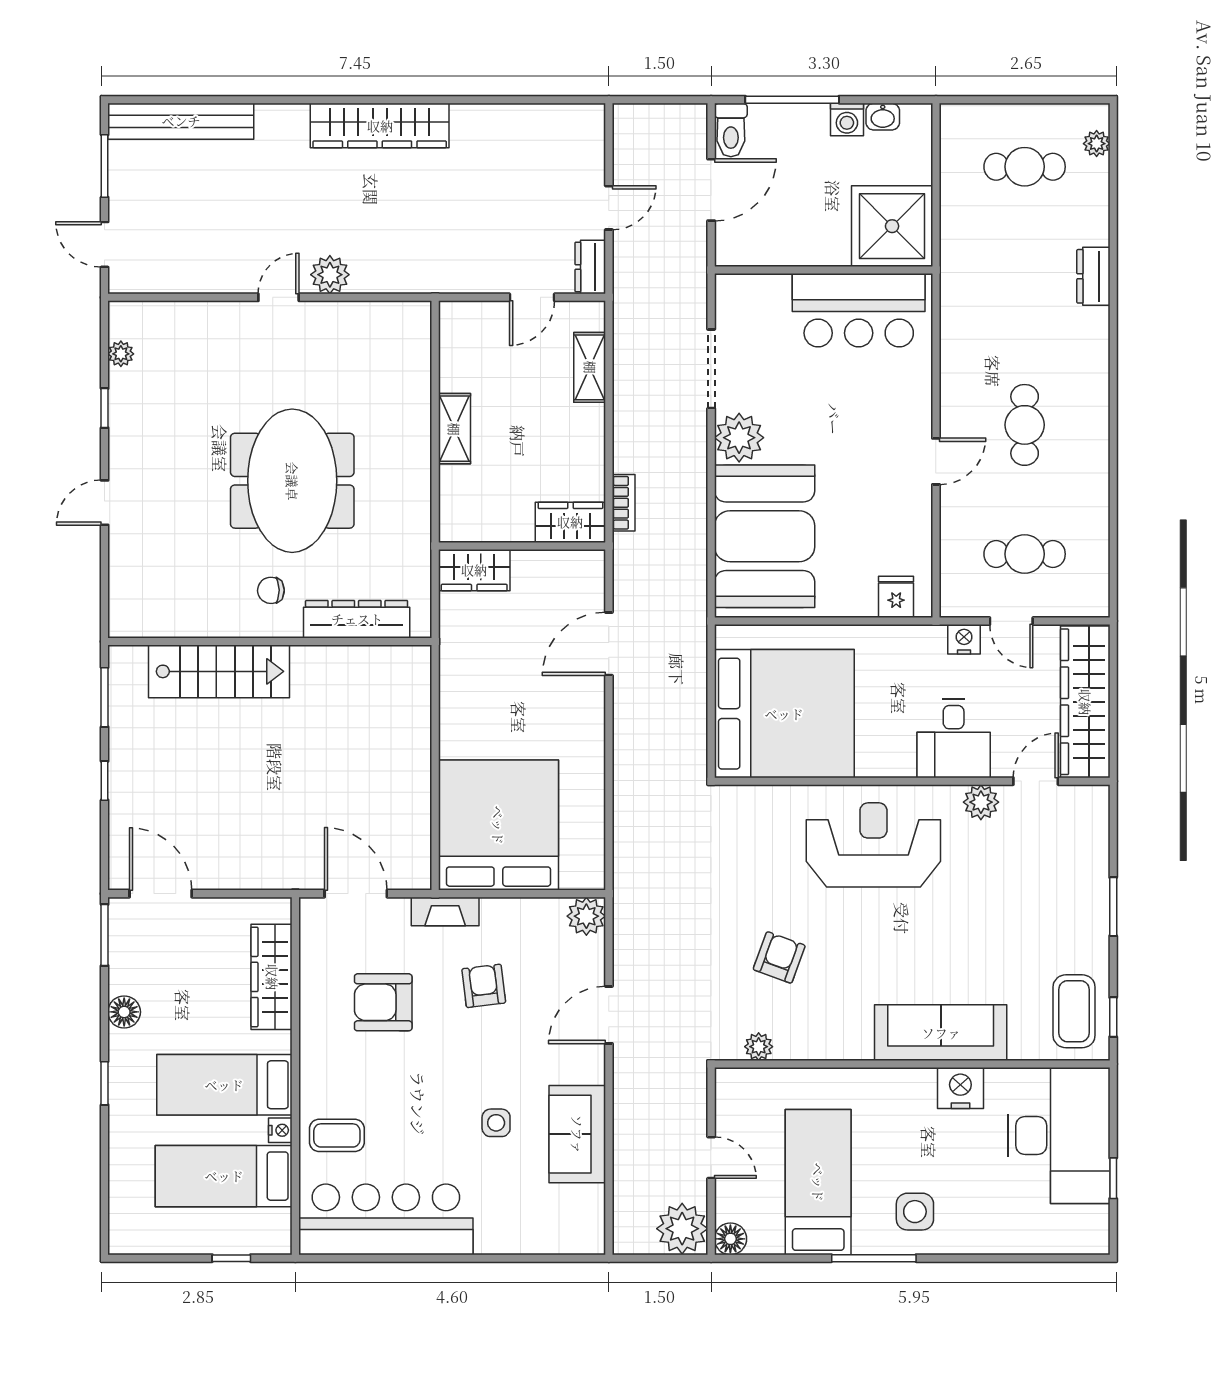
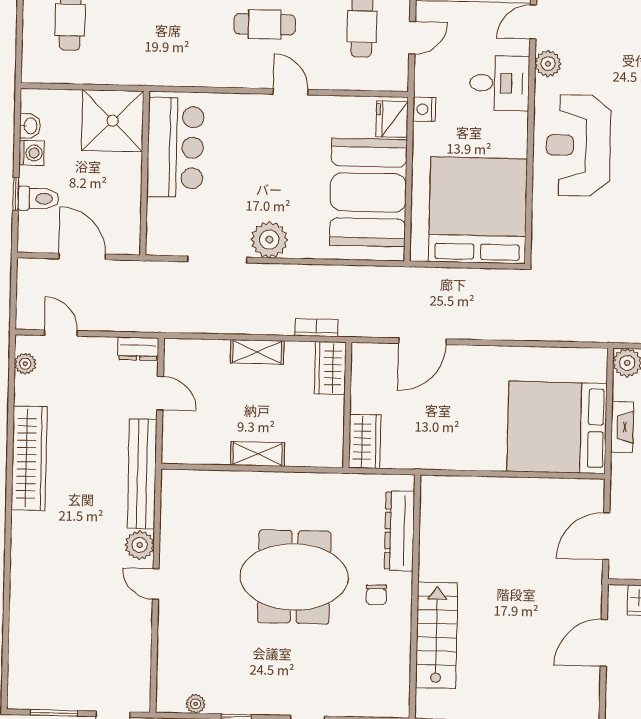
window: (792, 100) -> (16, 194), width x0.46
plant: (567, 117) -> (25, 364), added
bench: (181, 121) -> (142, 474), moved
wardrobe: (380, 126) -> (29, 458), moved
toilet: (731, 130) -> (38, 199), moved
door: (609, 208) -> (61, 333), moved
shelving: (590, 367) -> (257, 352), moved
booth: (765, 536) -> (368, 192), moved, turned 90
fridge: (896, 597) -> (392, 119), width x1.38
nightstand: (964, 639) -> (424, 109), moved
door: (609, 644) -> (422, 341), hinge flipped
door: (1036, 781) -> (533, 22), hinge flipped
door: (161, 894) -> (604, 643), moved
fireplace: (445, 911) -> (622, 427), moved

